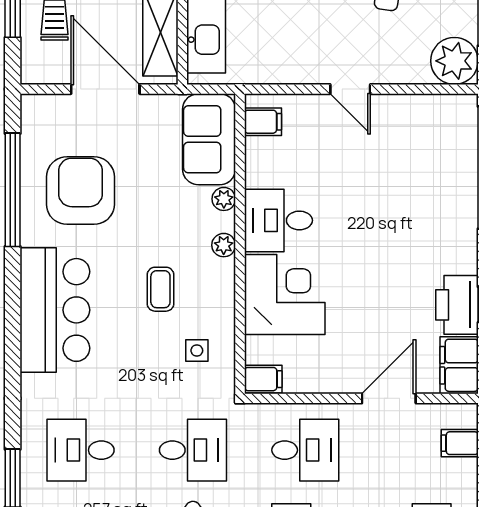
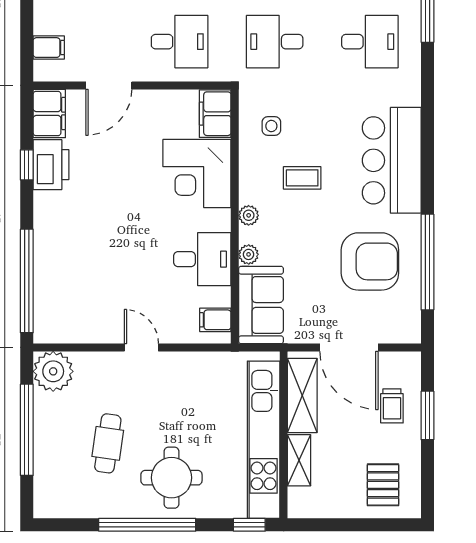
armchair: (80, 191) -> (370, 261), turned -90
desk: (278, 220) -> (202, 259), moved
coffee table: (160, 289) -> (302, 178), turned 90
filing cabinet: (263, 379) -> (215, 114), width x2.00
desk: (305, 450) -> (180, 42), turned 180

